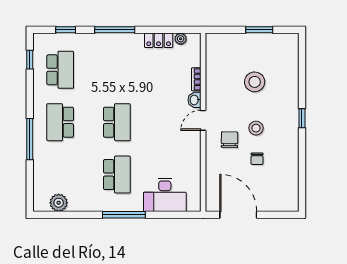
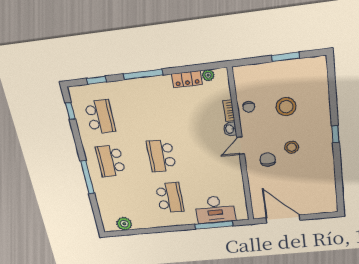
school desk: (117, 122) -> (161, 156), turned 180
chair: (257, 159) -> (249, 107), moved
window: (124, 215) -> (214, 225), moved

